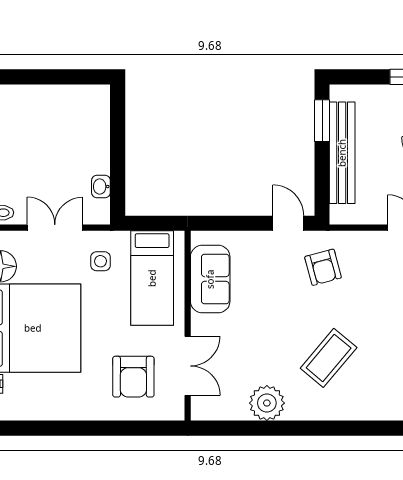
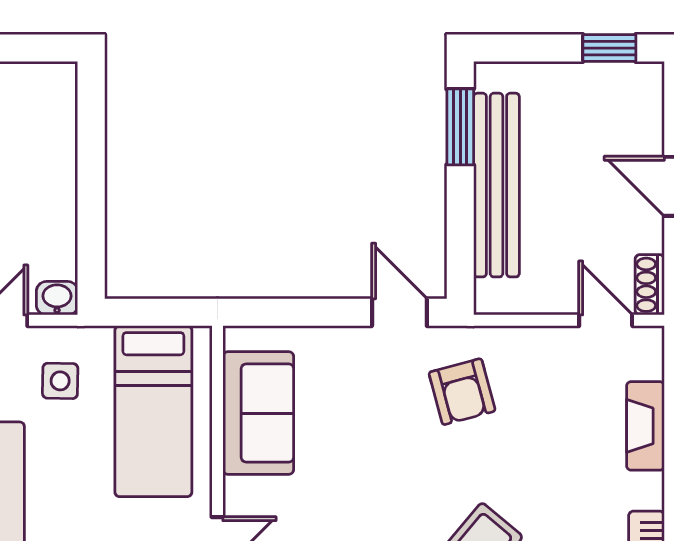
washbasin: (101, 187) -> (57, 298), moved, turned 90

